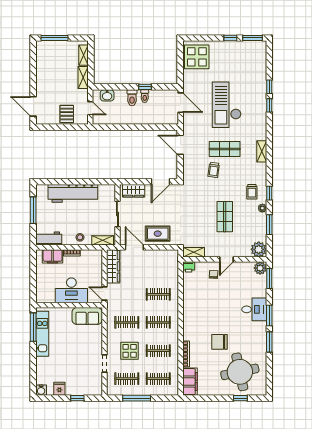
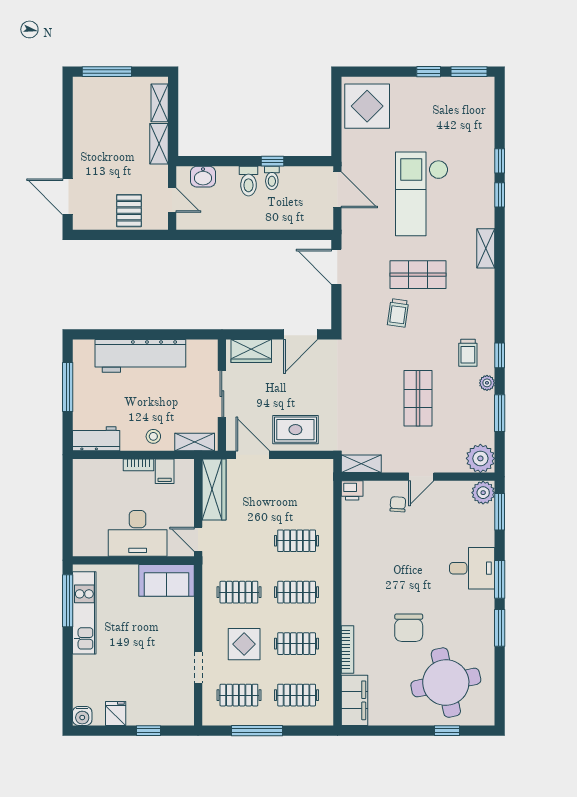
shelving: (262, 151) -> (486, 248), moved
filing cabinet: (53, 256) -> (165, 471), moved, width x0.50
chair: (220, 342) -> (409, 628), turned -90

